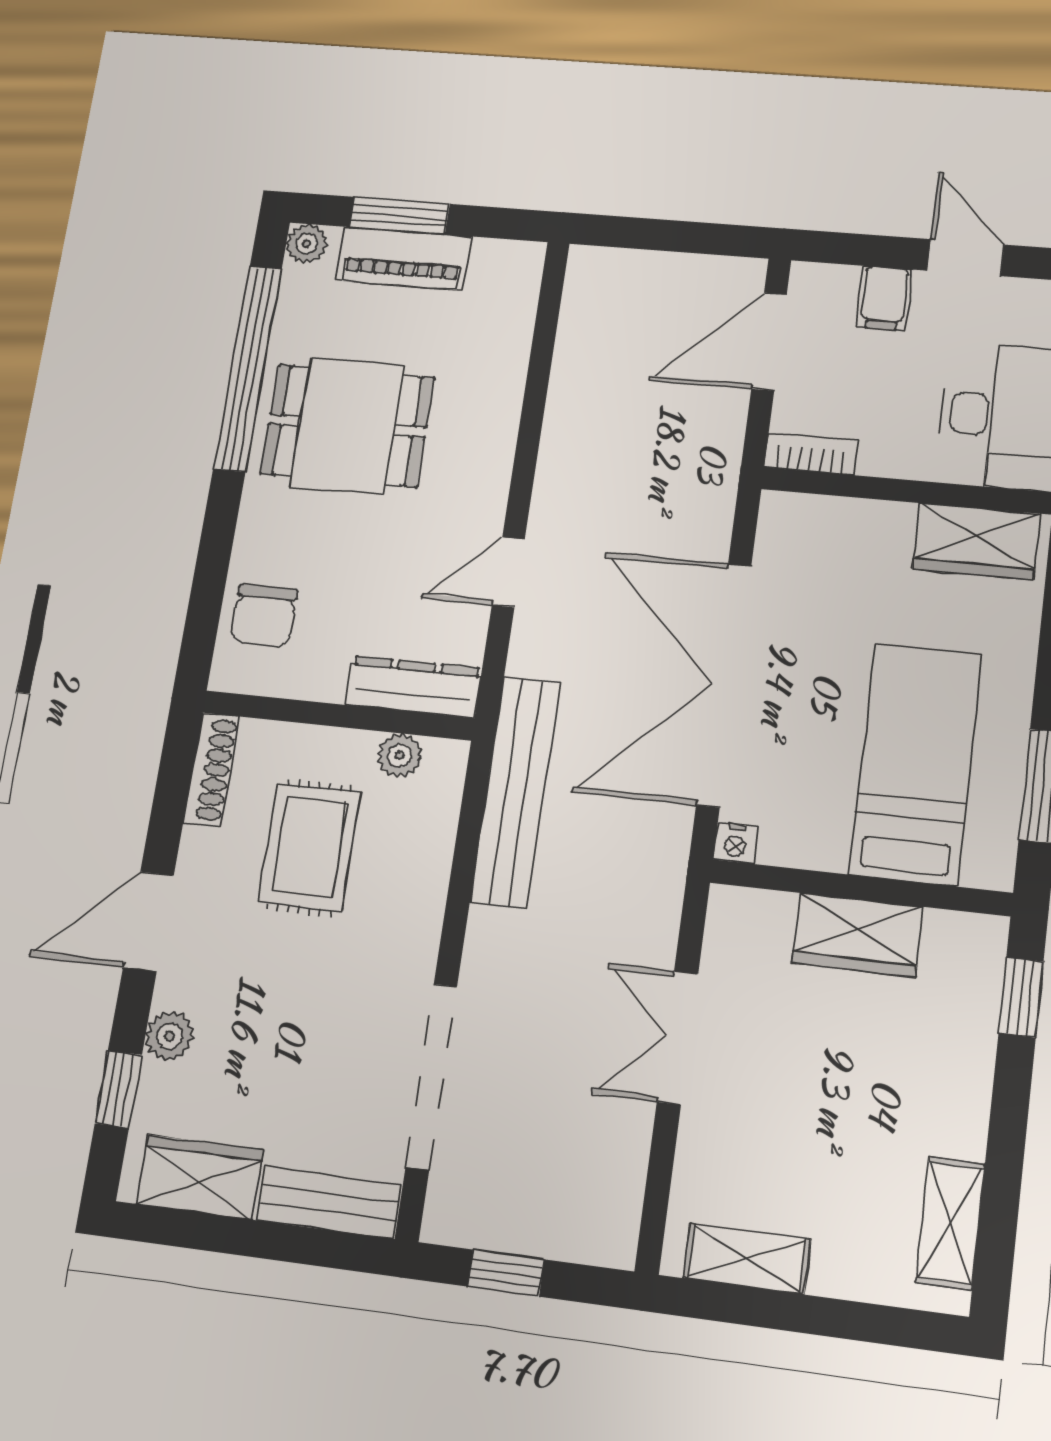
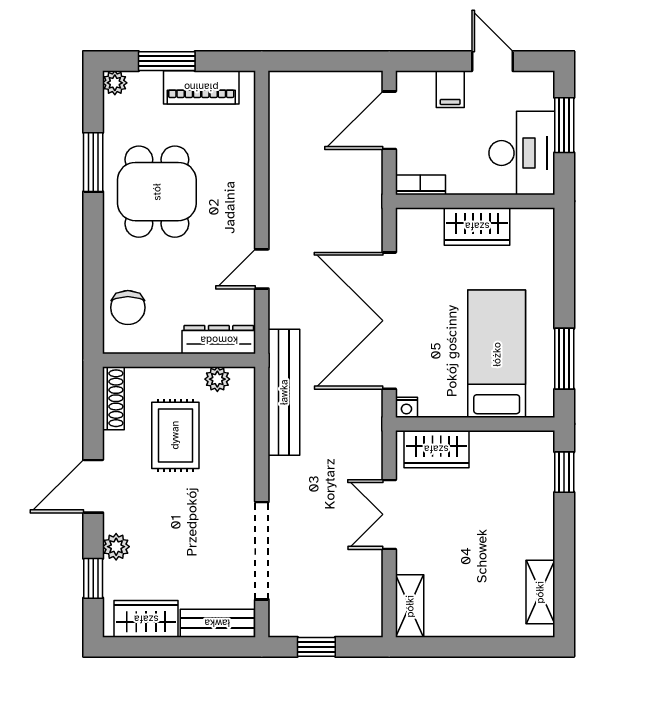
piano: (403, 258) -> (201, 87), moved
window: (248, 368) -> (93, 162), width x0.47
dining table: (347, 426) -> (157, 192), turned 90
wardrobe: (976, 541) -> (477, 226), moved
wardrobe: (857, 935) -> (436, 449), moved
shelving: (747, 1259) -> (410, 606), moved, turned 90

